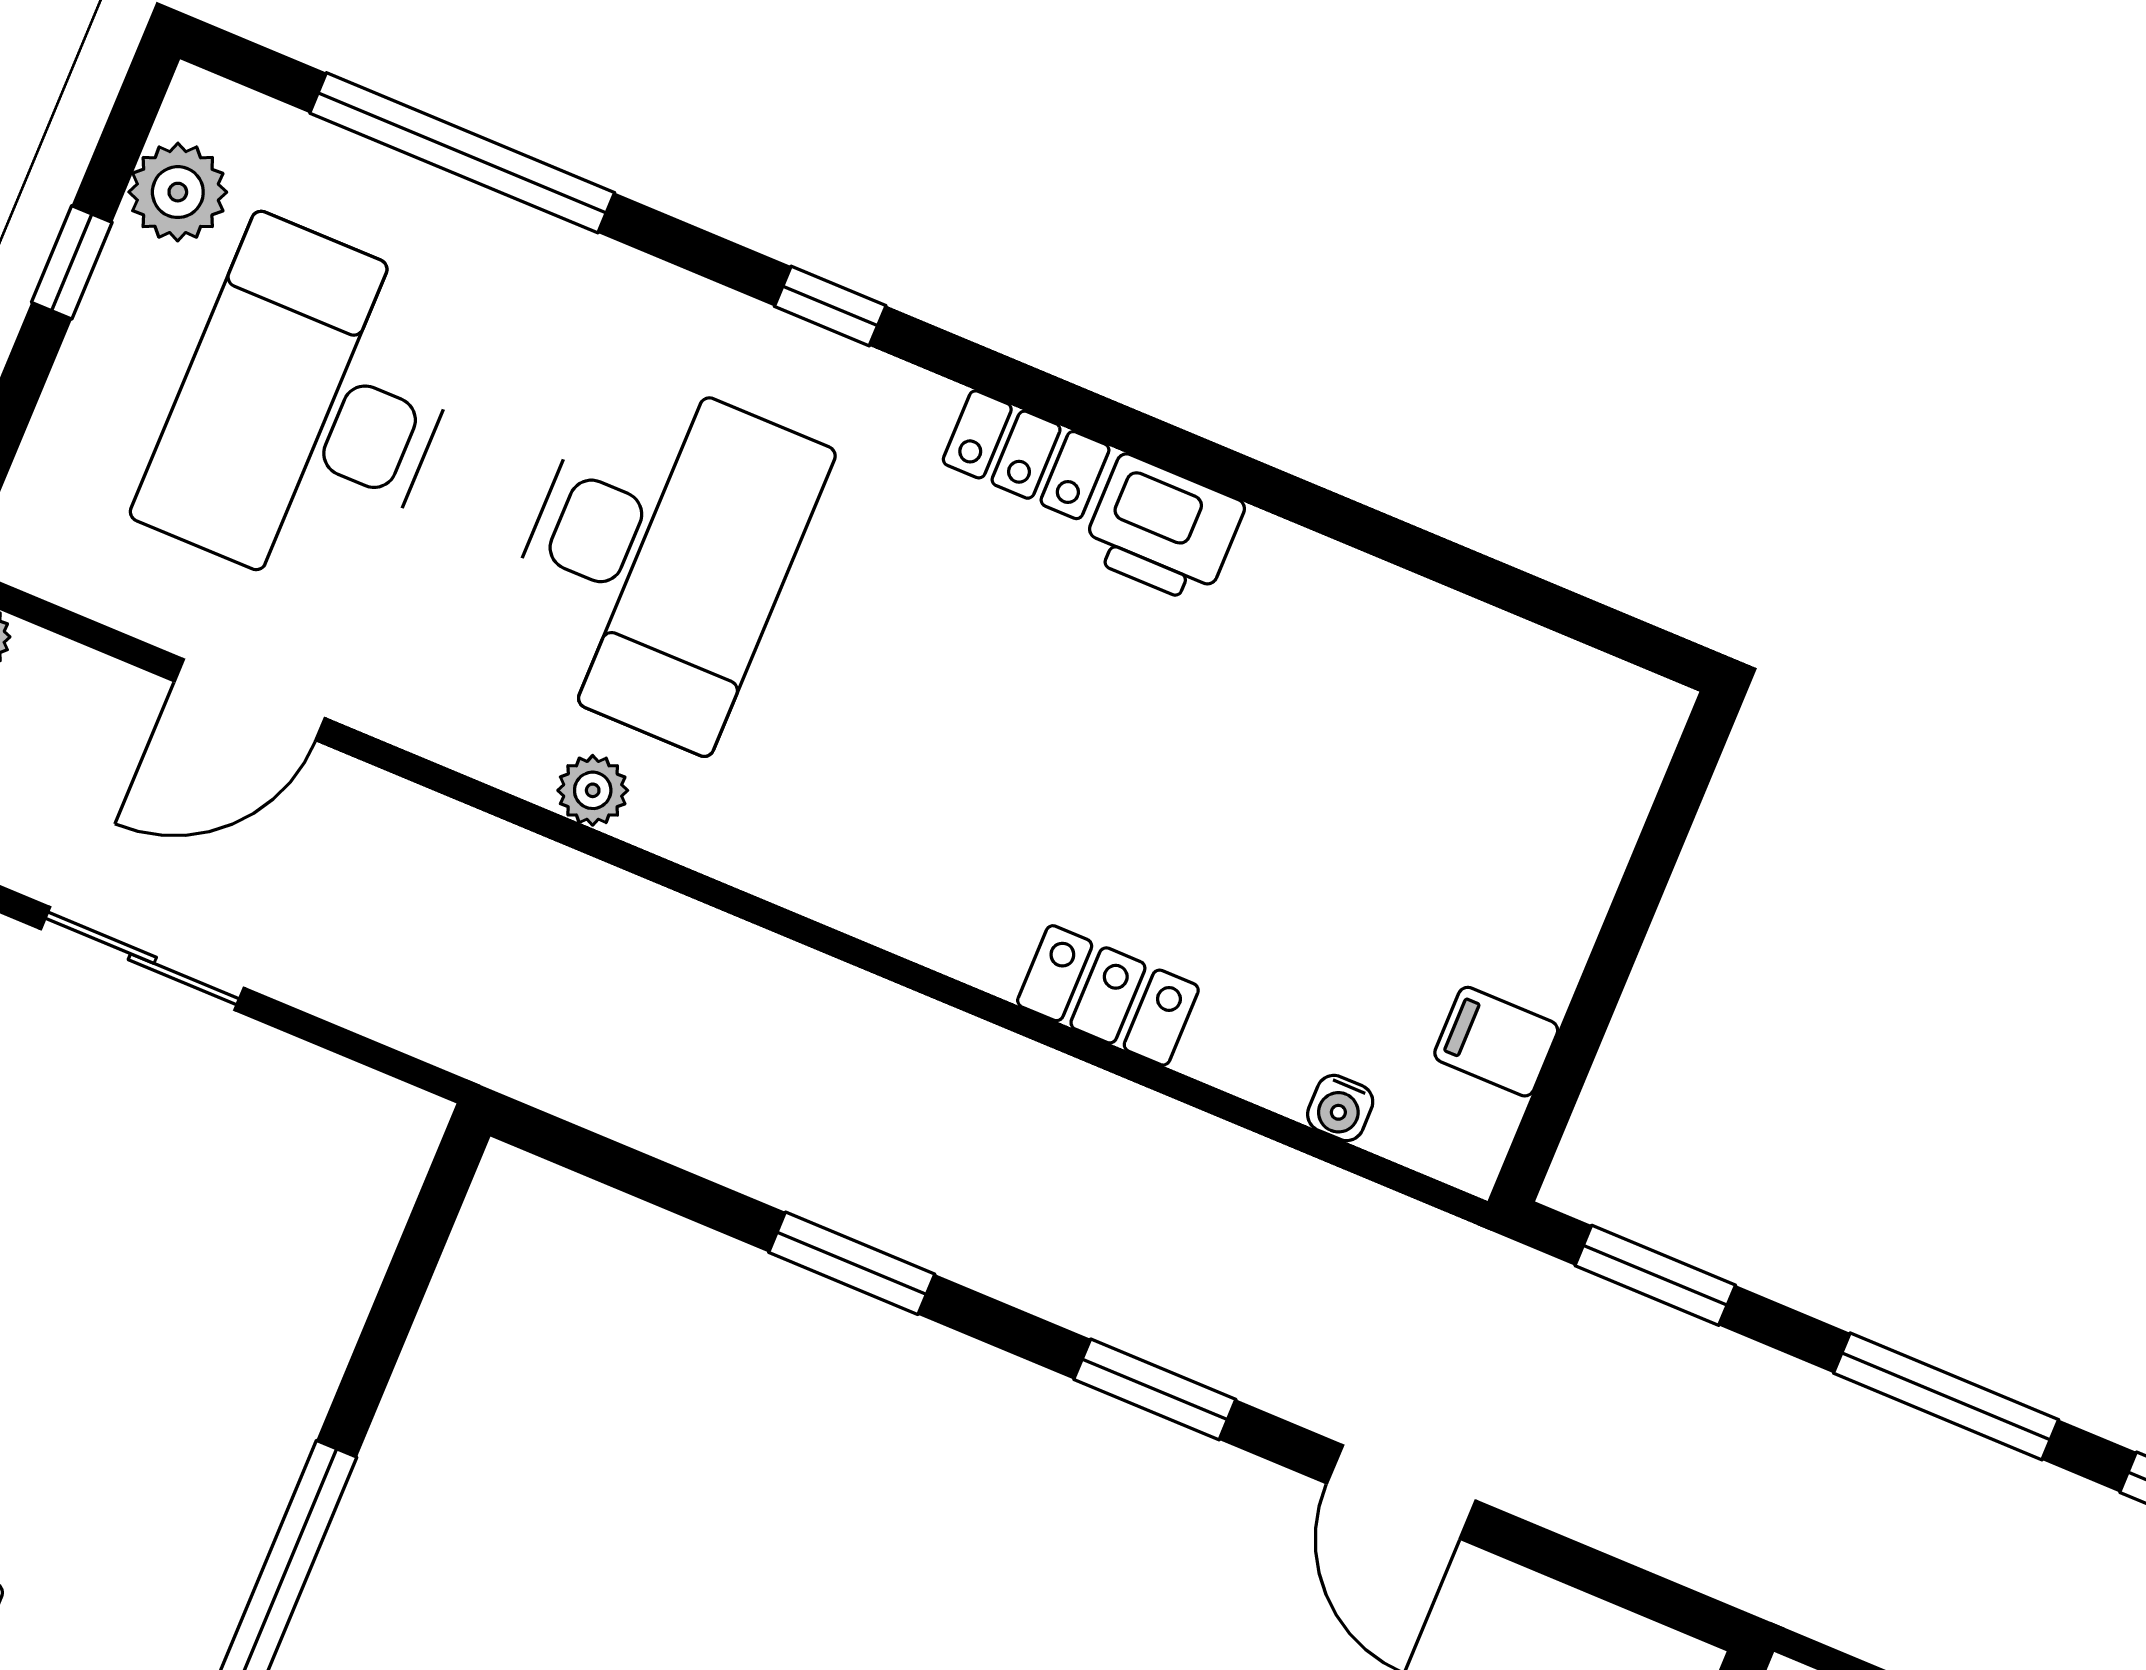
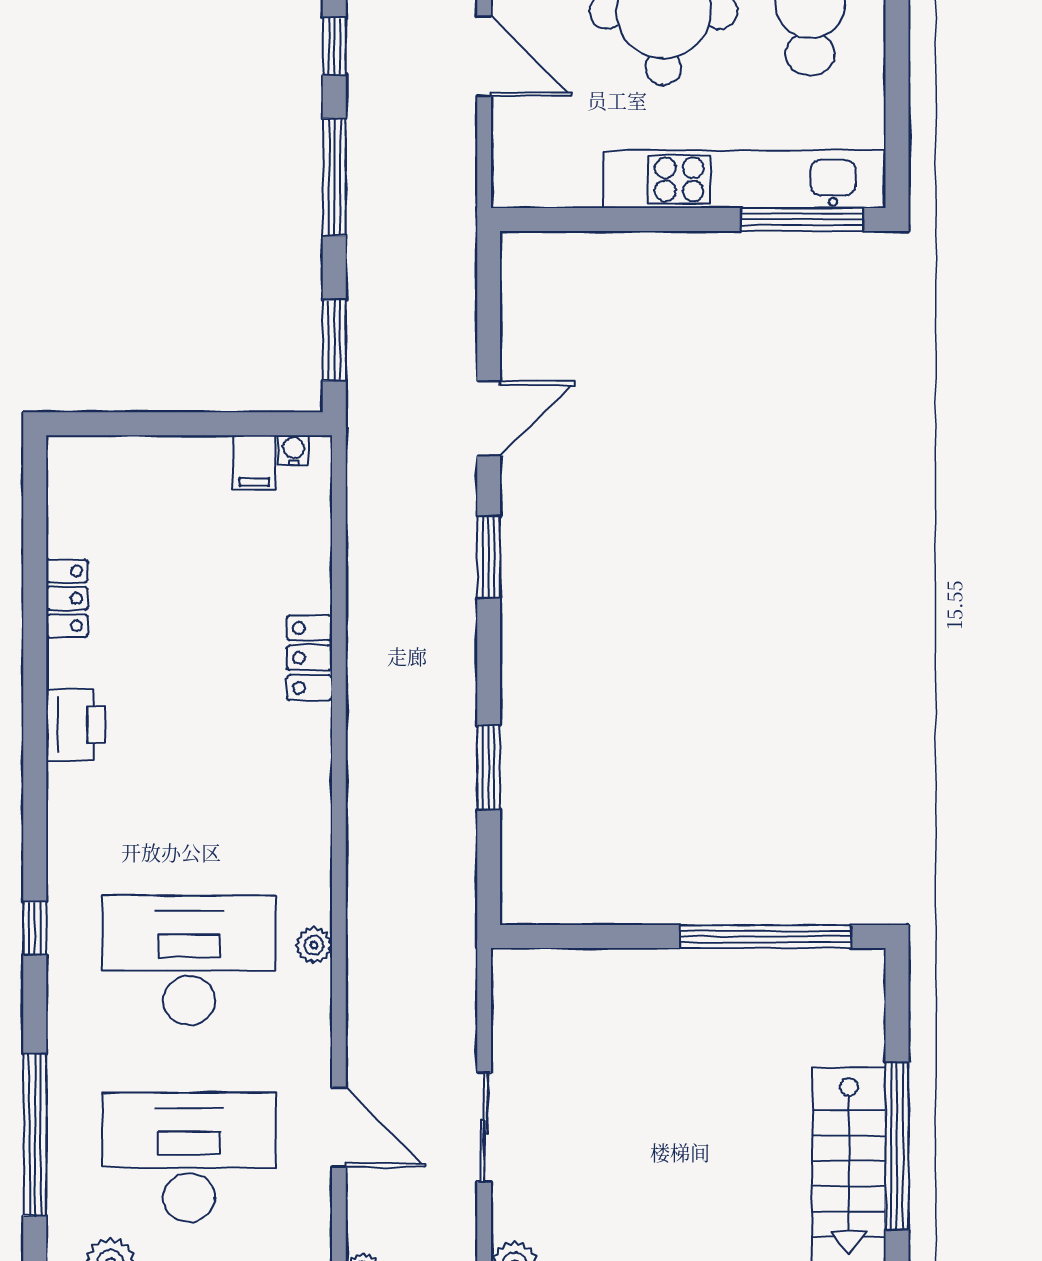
desk: (307, 411) -> (189, 1157), turned 180
locker: (1026, 455) -> (67, 598), moved
water cooler: (1340, 1108) -> (294, 450), moved, turned -90
window: (852, 1263) -> (489, 767), moved

